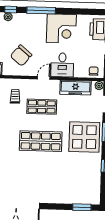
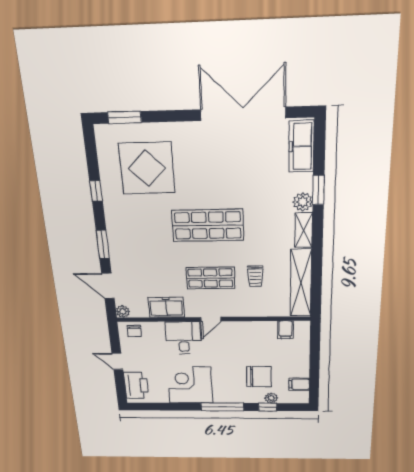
chair: (21, 55) -> (259, 377), moved, turned 50
freezer: (75, 88) -> (166, 307), width x0.71
trolley: (15, 96) -> (255, 276), moved
display table: (84, 137) -> (147, 168), moved

